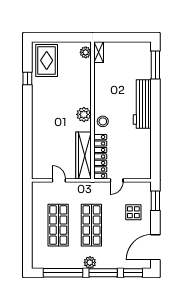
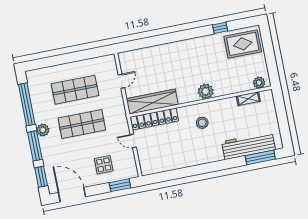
shelving: (99, 52) -> (248, 99), moved
workbench: (142, 104) -> (249, 146), moved
plant: (84, 114) -> (206, 91), moved
stool: (103, 121) -> (202, 123), moved

